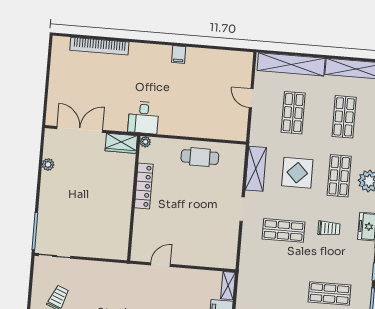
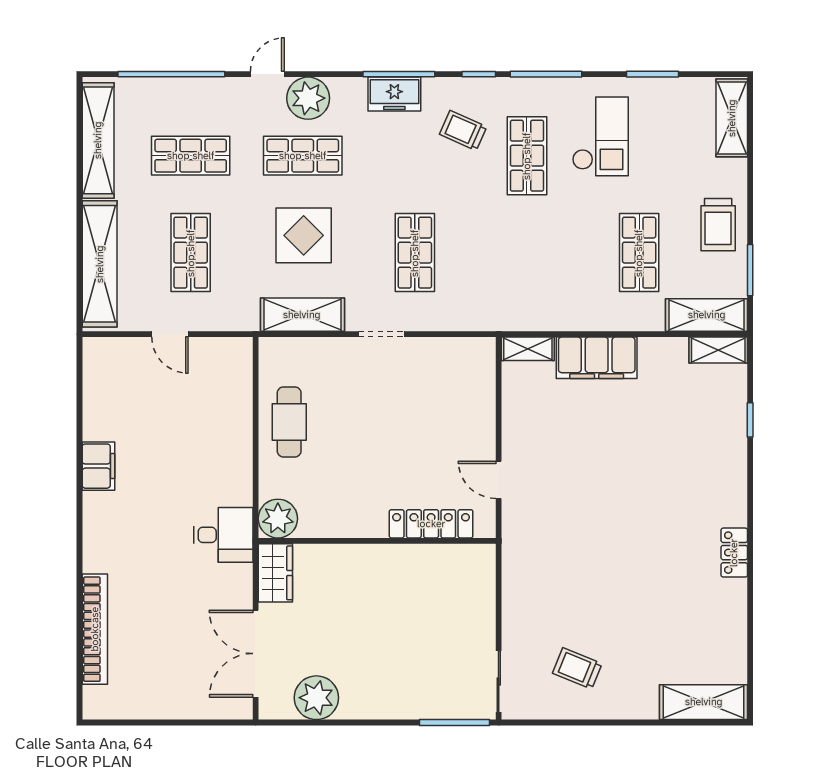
filing cabinet: (179, 54) -> (98, 466), width x2.00
door: (251, 98) -> (170, 334), hinge flipped
shop shelf: (293, 113) -> (191, 253), turned 90
plant: (145, 142) -> (278, 519), width x1.88, depth x1.88
plant: (48, 164) -> (316, 698), width x1.88, depth x1.88
locker: (144, 186) -> (431, 524), moved
trolley: (329, 228) -> (463, 131), moved, turned -66

